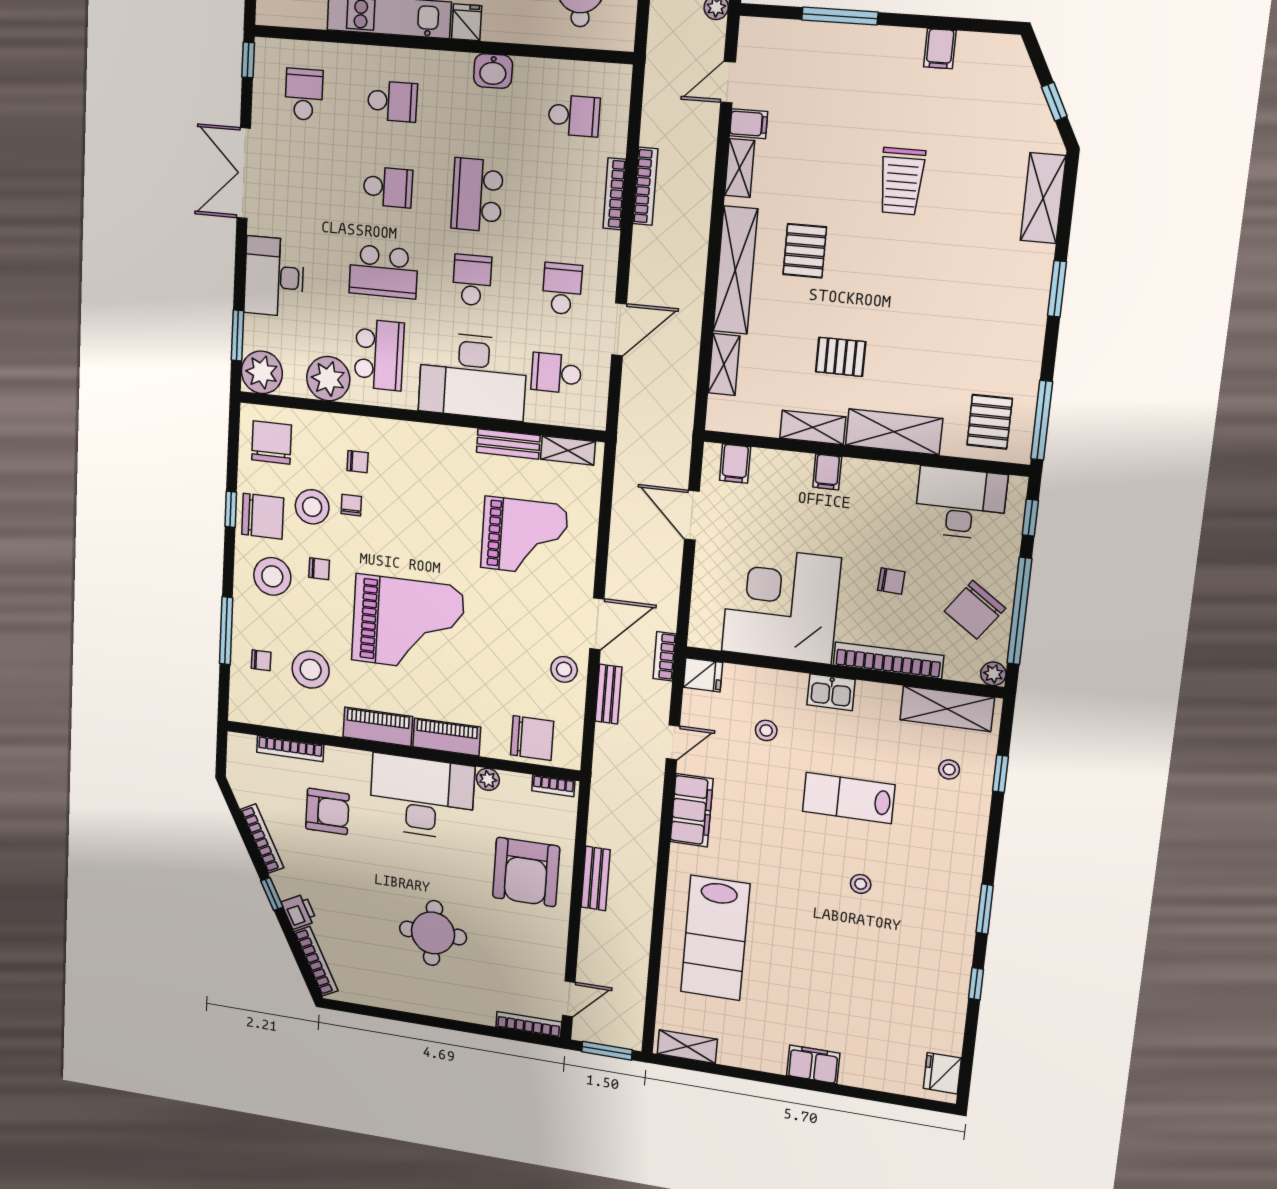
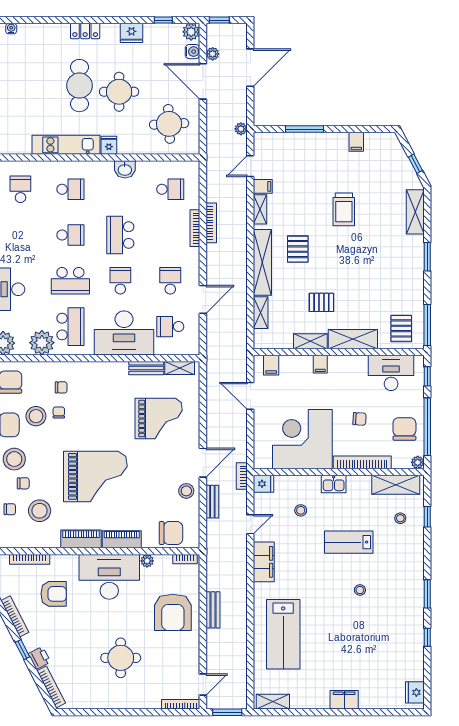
chair: (319, 569) -> (23, 483), moved
chair: (975, 610) -> (404, 429), turned 145

